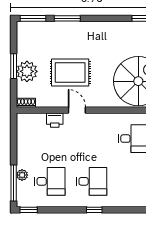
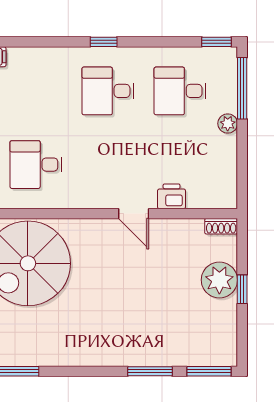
window: (14, 66) -> (242, 289), width x0.67
rug: (70, 72) -> (145, 278), removed
plant: (22, 175) -> (228, 123), moved

